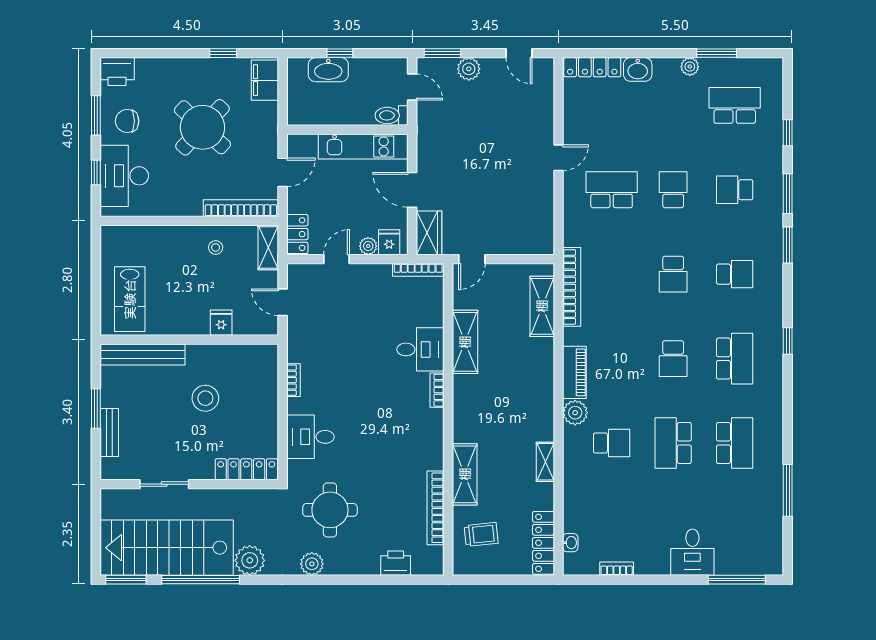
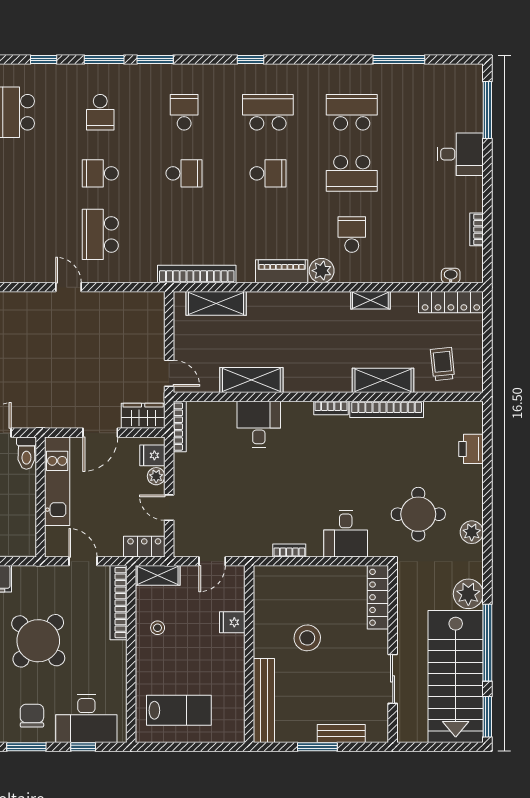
chair: (127, 121) -> (32, 716), turned 180
lab bench: (130, 299) -> (179, 710), moved
bookcase: (437, 390) -> (331, 408), moved
bookcase: (435, 508) -> (387, 409), moved

